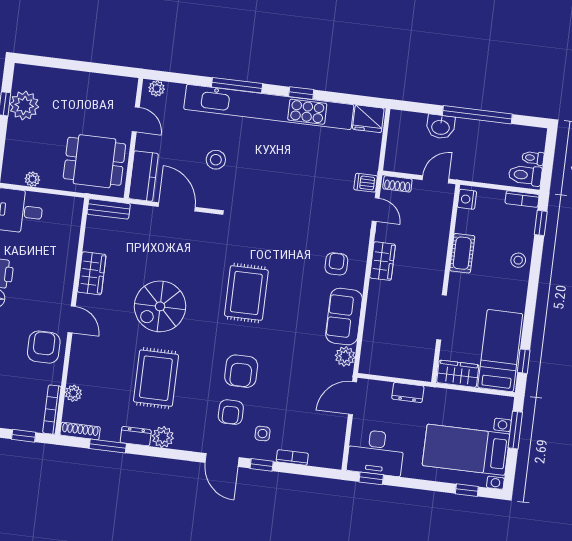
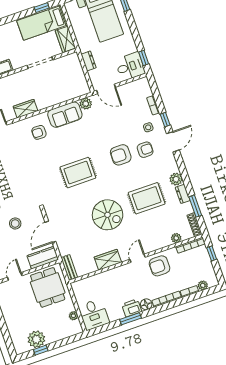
armchair: (241, 371) -> (121, 155), turned 180
desk: (376, 452) -> (130, 66), width x0.73

